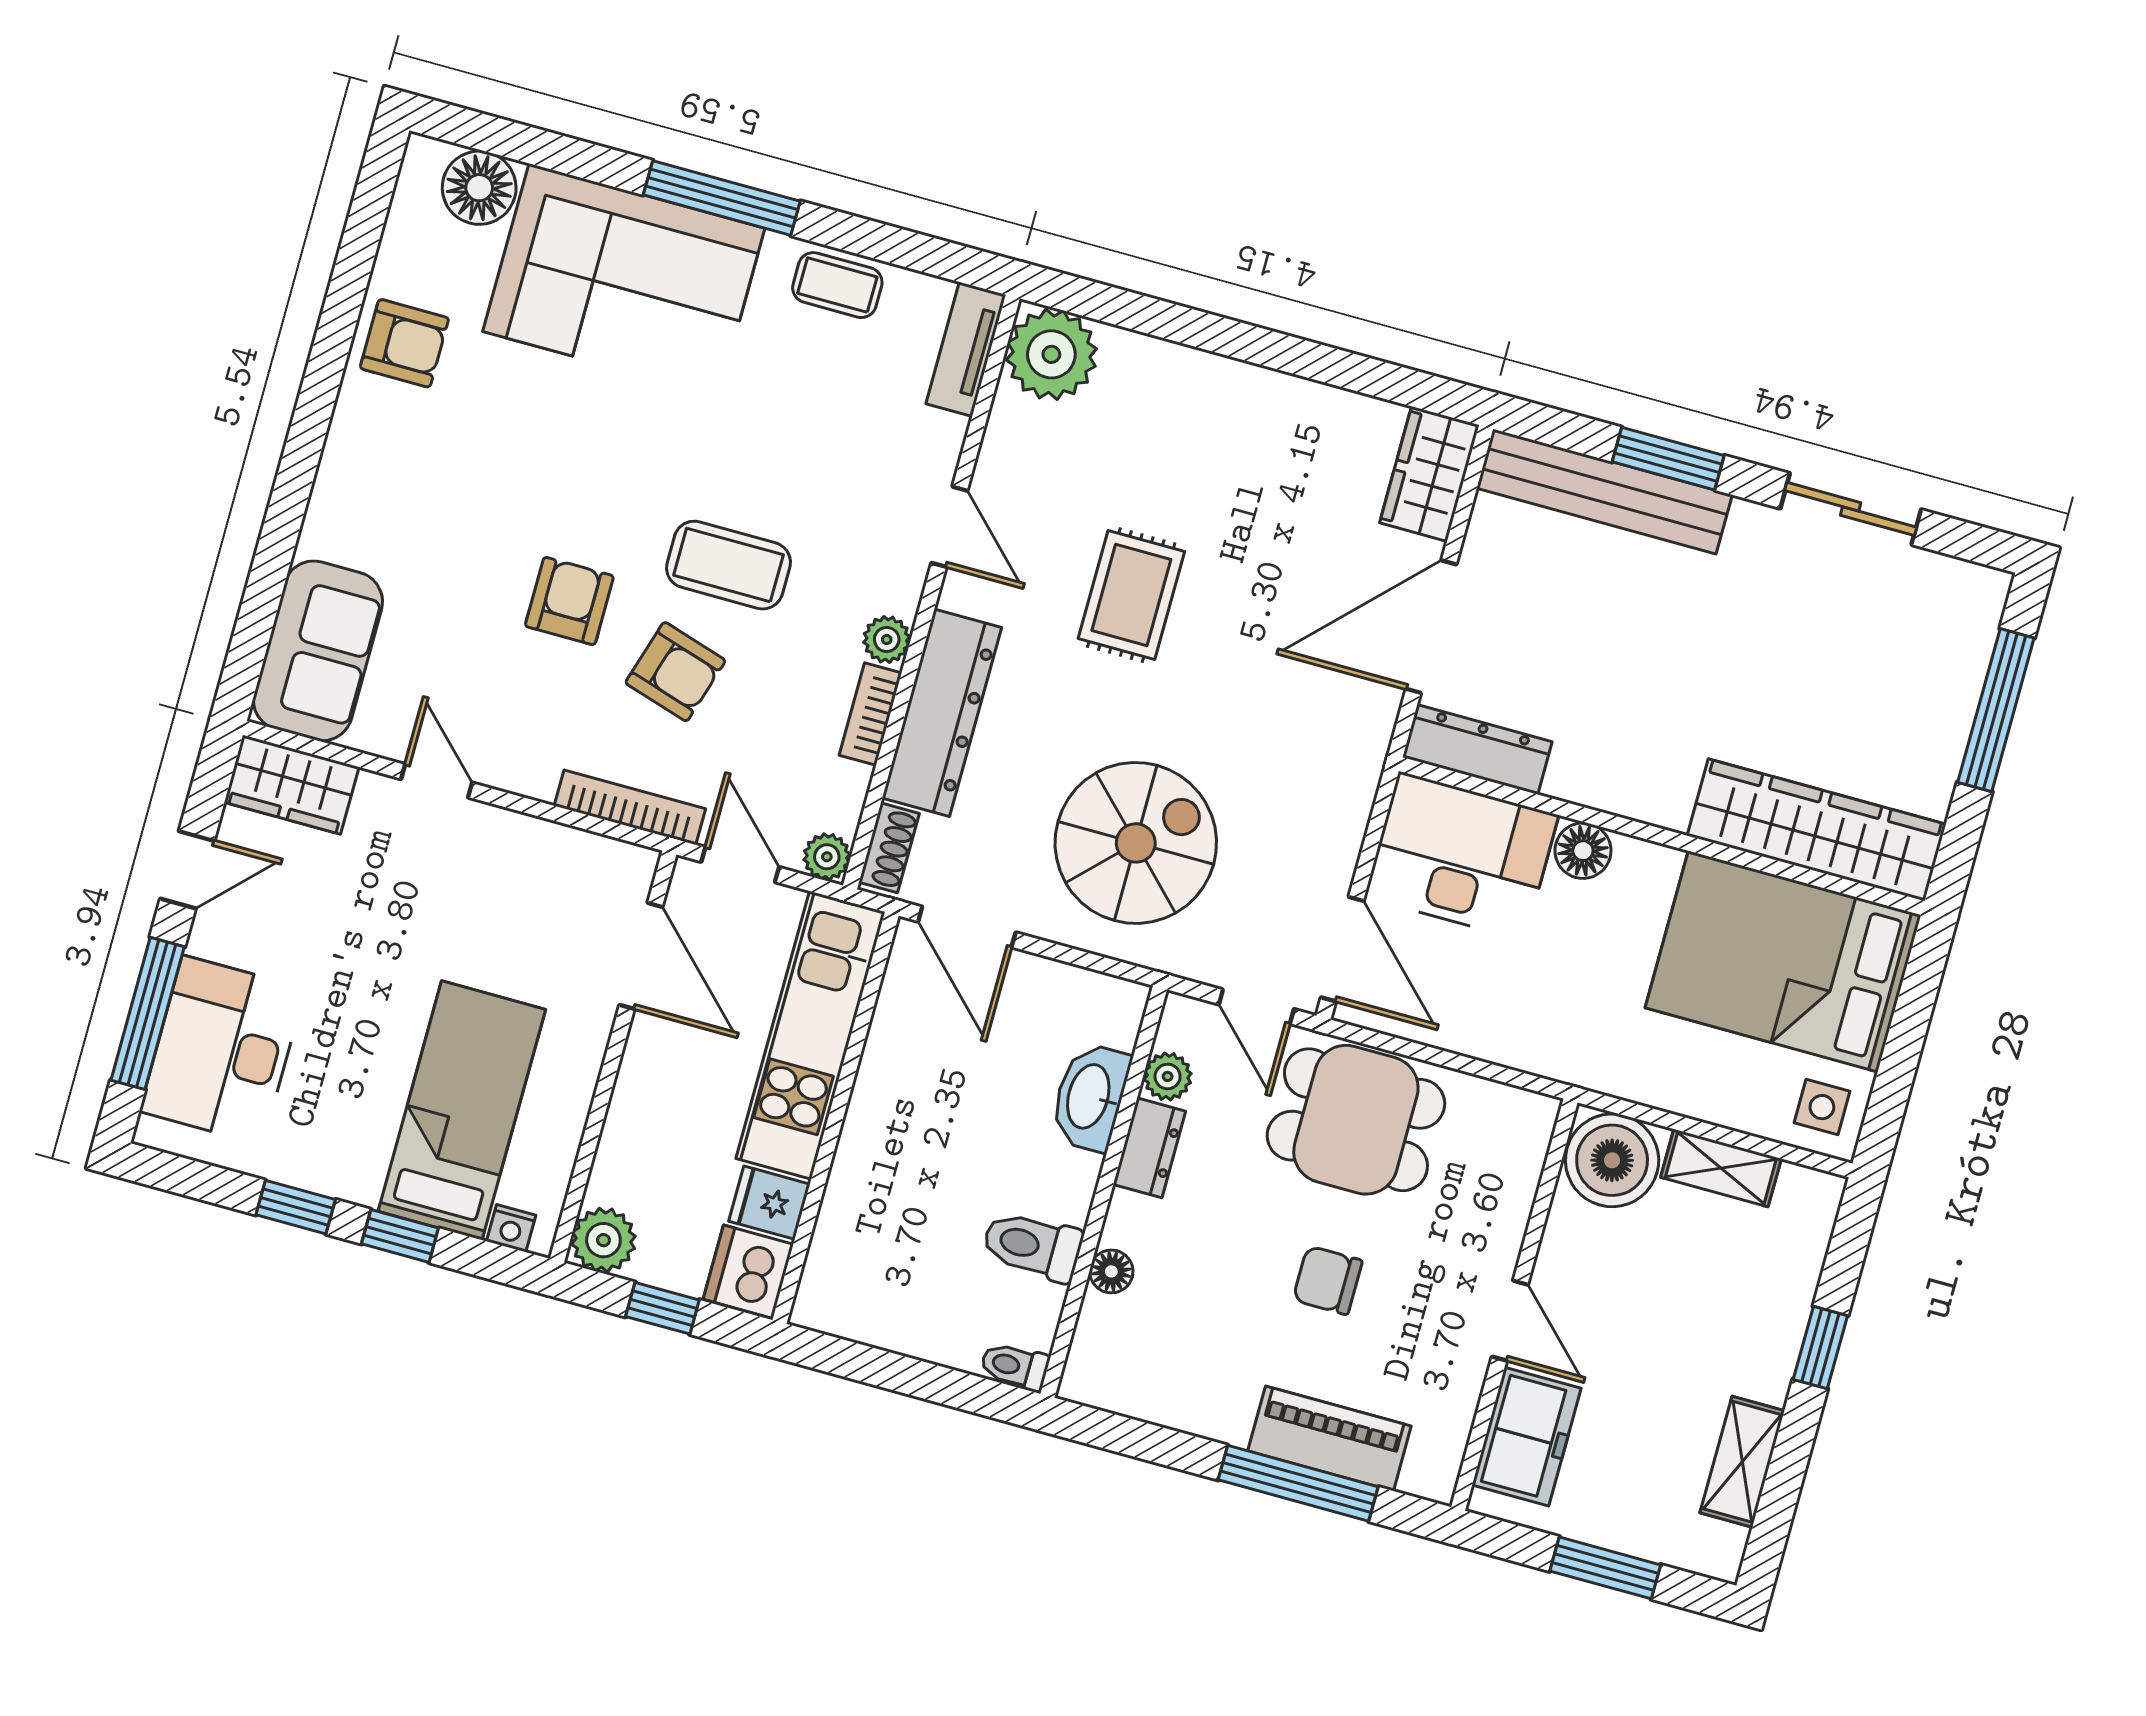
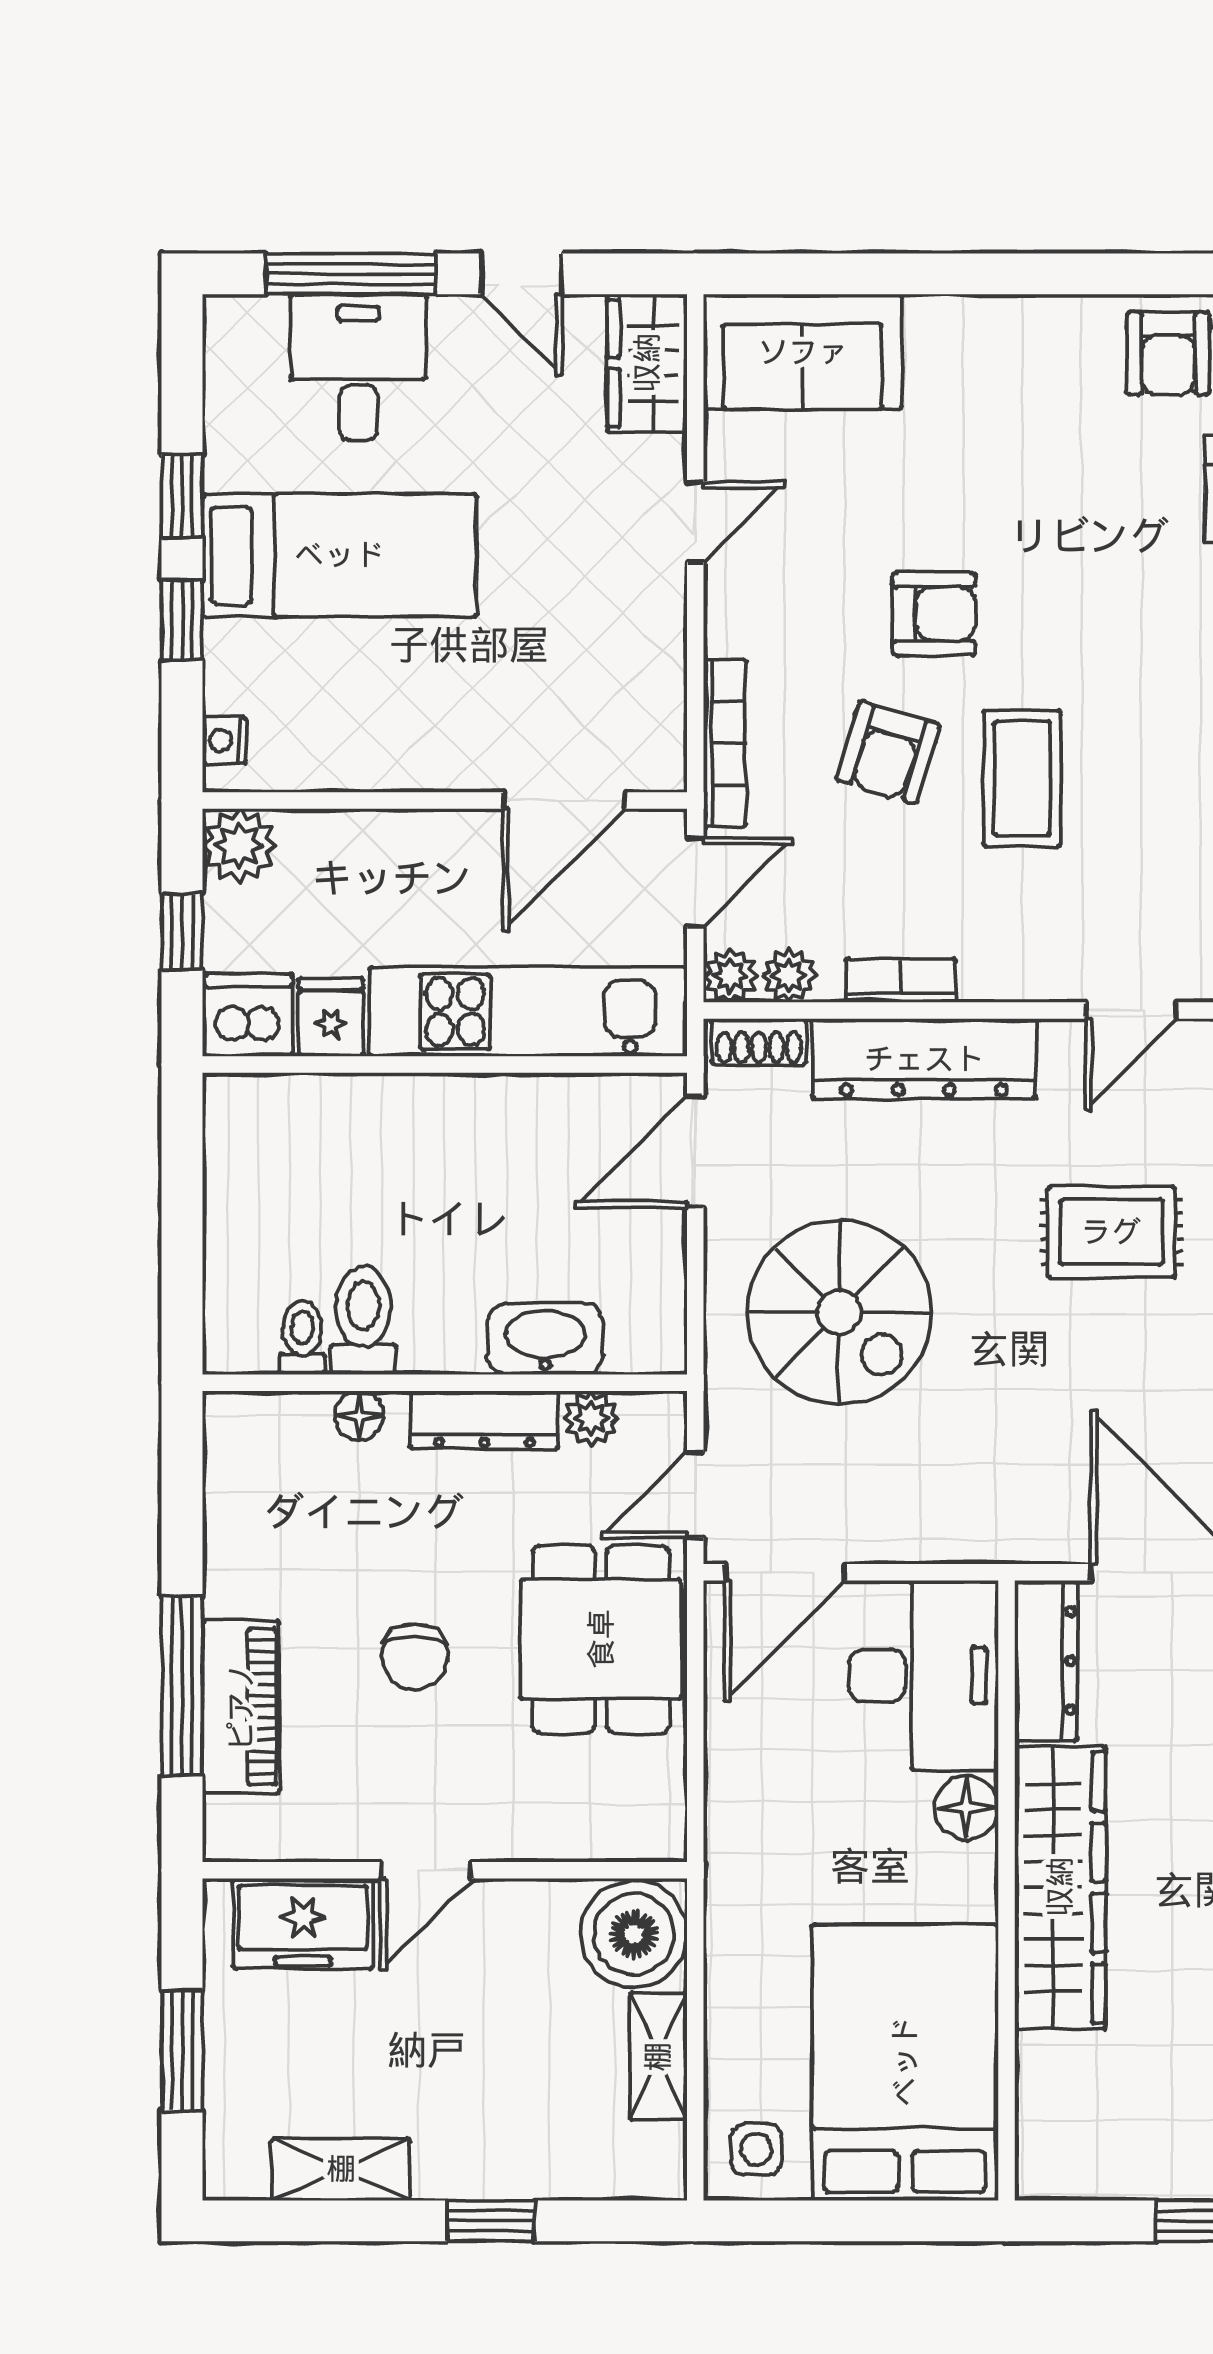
plant: (887, 639) -> (789, 976), moved
wardrobe: (1817, 830) -> (1060, 1887), moved
desk: (222, 1050) -> (358, 368), width x0.73
bed: (462, 1110) -> (339, 555), moved
dresser: (1149, 1148) -> (484, 1420), width x1.44
chair: (1328, 1280) -> (415, 1657), turned 180
toilet: (1015, 1366) -> (302, 1338), moved

